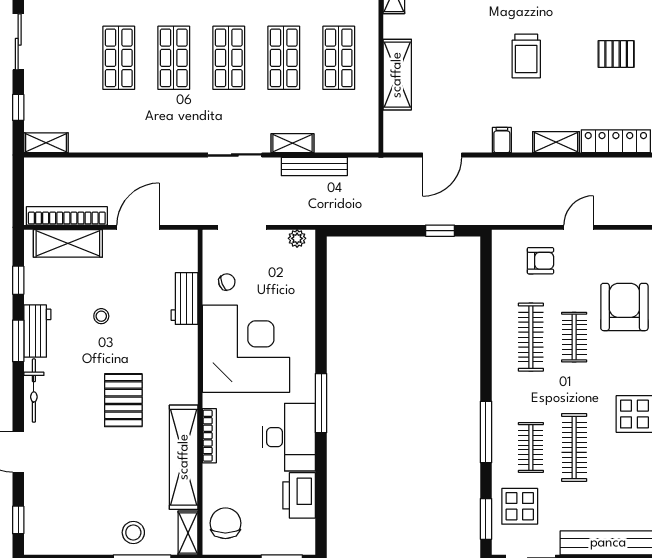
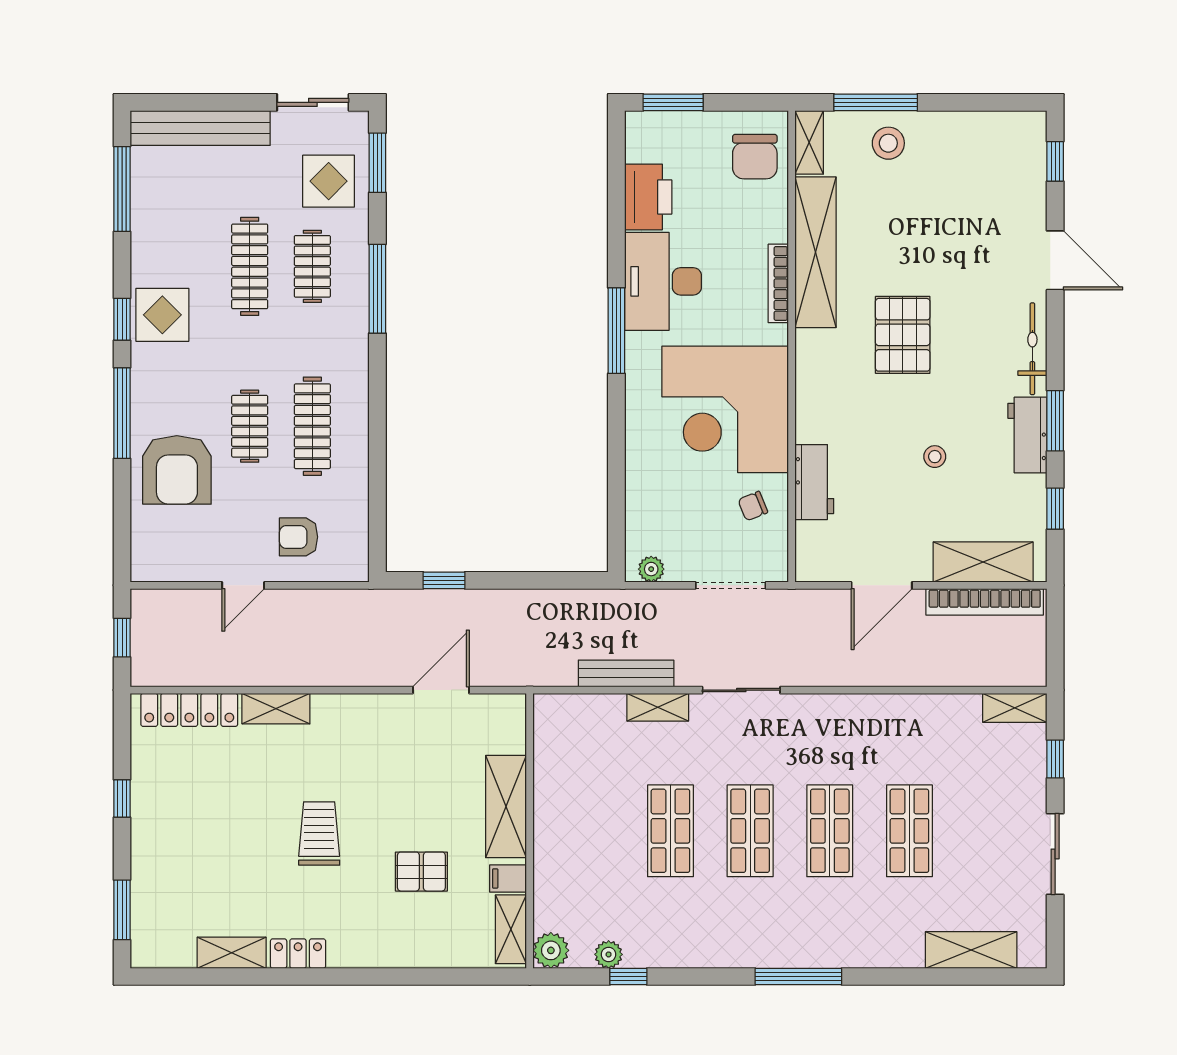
pallet: (616, 54) -> (421, 872), moved
shop shelf: (339, 58) -> (591, 831), removed
filing cabinet: (502, 140) -> (508, 879), moved, turned 90

